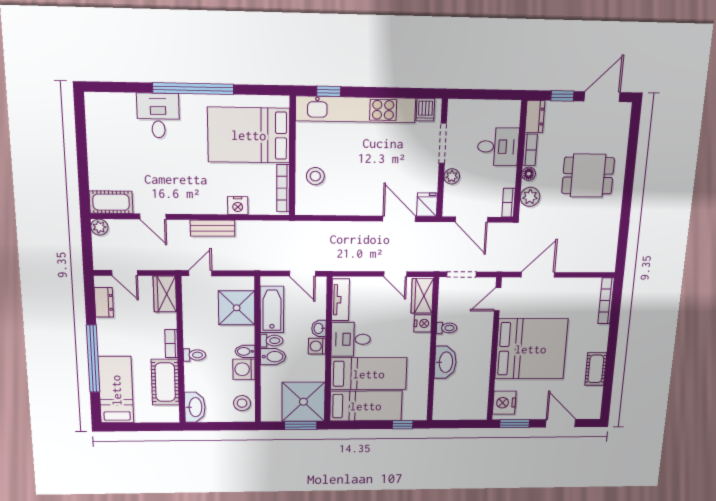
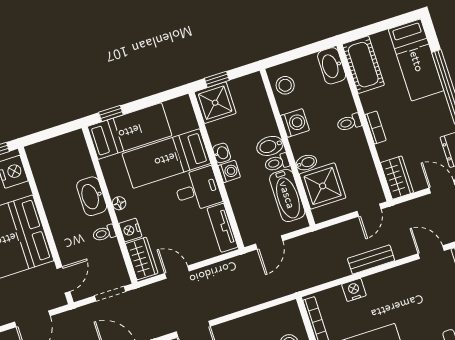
door: (303, 274) -> (269, 242), swing flipped
washbasin: (319, 328) -> (222, 153), moved
floor lamp: (424, 349) -> (119, 203), added
bidet: (245, 351) -> (306, 163), moved
cot: (165, 382) -> (363, 65), moved
shower: (303, 402) -> (215, 103), width x0.73, depth x0.73
bed: (366, 406) -> (130, 131), moved, turned 180
window: (301, 425) -> (217, 79), width x0.67

